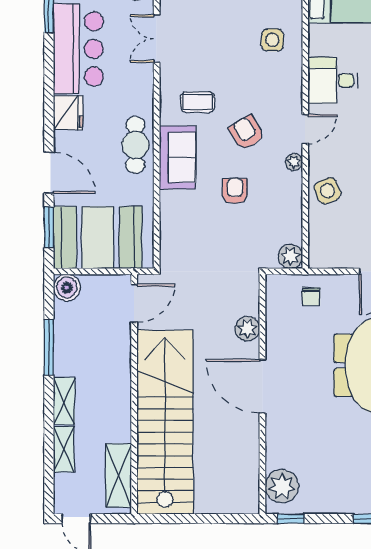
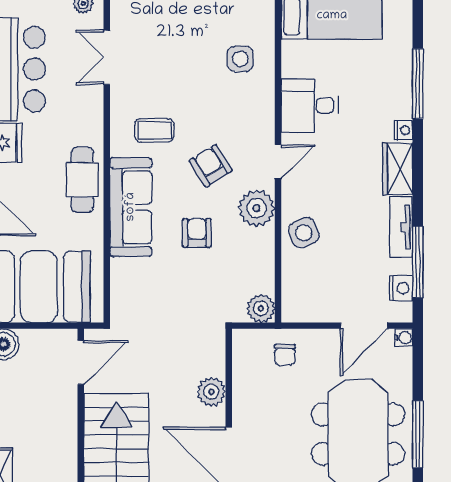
sofa: (177, 157) -> (131, 207), width x1.36
plant: (294, 162) -> (257, 208), width x1.88, depth x1.88

